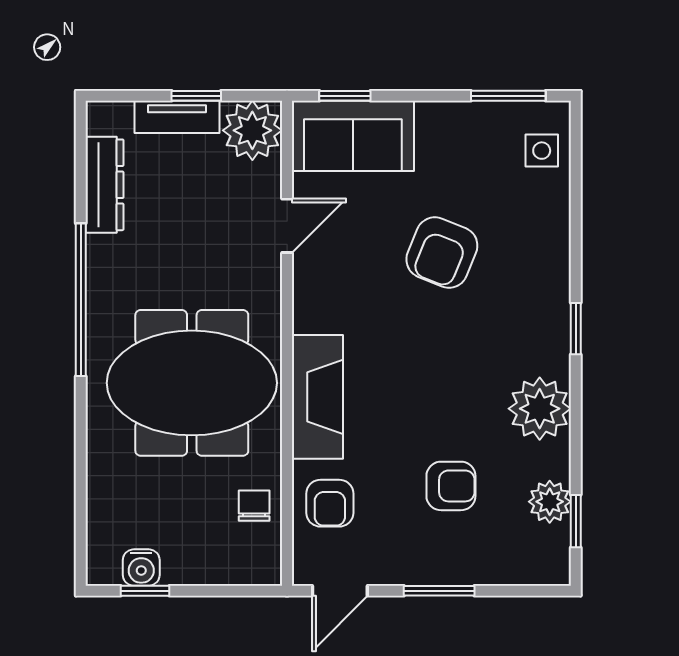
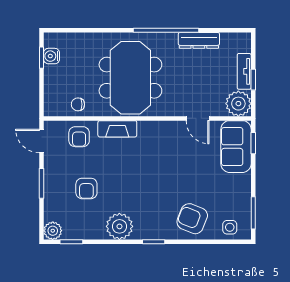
dresser: (105, 185) -> (199, 40), moved
armchair: (442, 253) -> (192, 219), moved
fireplace: (317, 397) -> (117, 129), width x0.73, depth x0.76
plant: (550, 502) -> (53, 231), moved
armchair: (330, 503) -> (79, 137), turned -90
chair: (254, 506) -> (78, 104), turned 180

